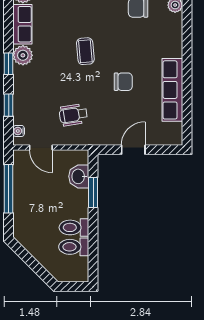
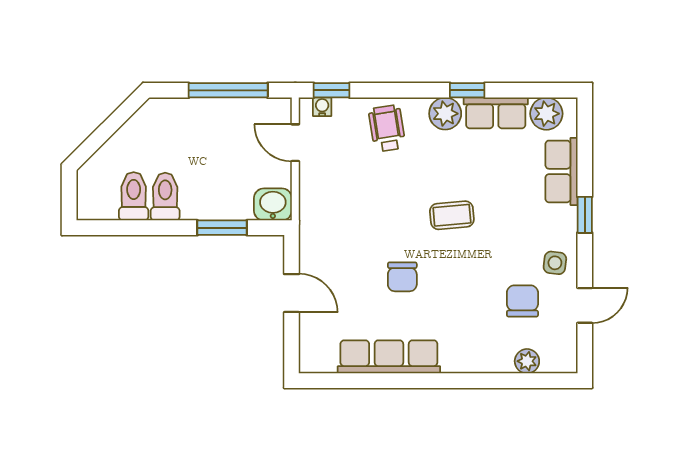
window: (9, 64) -> (467, 90), moved
window: (9, 105) -> (332, 90), moved
wheelchair: (73, 115) -> (387, 128), moved
door: (41, 147) -> (295, 143), hinge flipped
washbasin: (79, 176) -> (273, 204), moved

